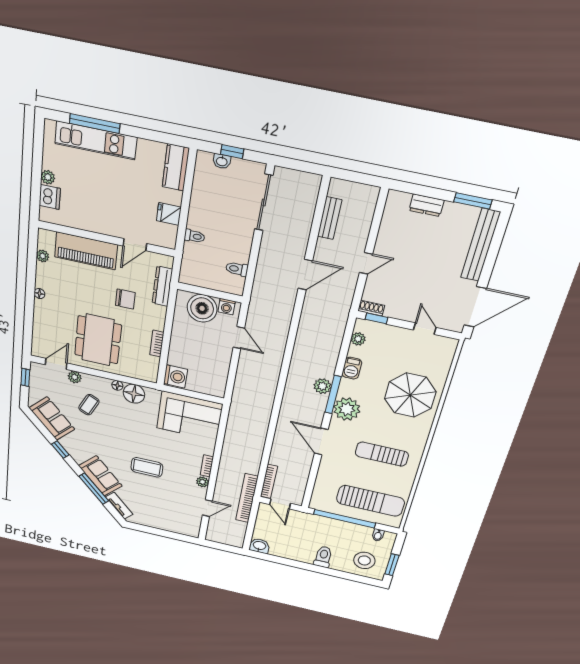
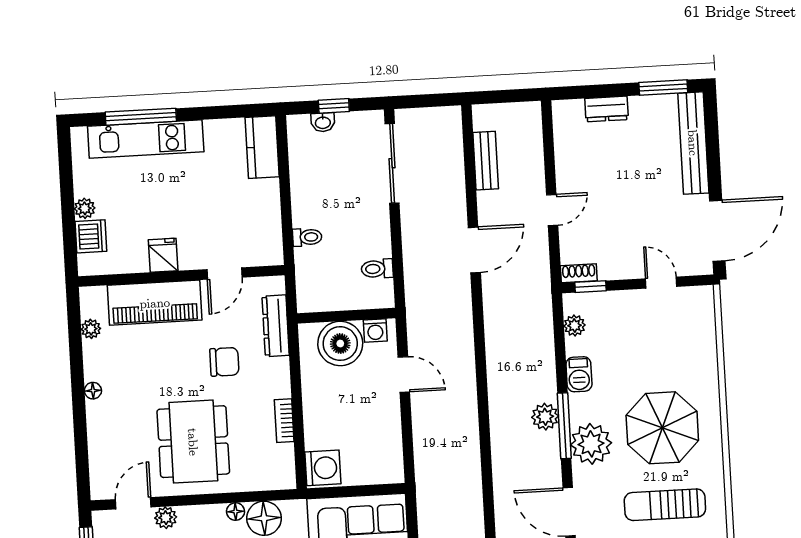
fridge: (169, 214) -> (163, 255), moved, turned 90
parasol: (410, 395) -> (662, 428), moved

